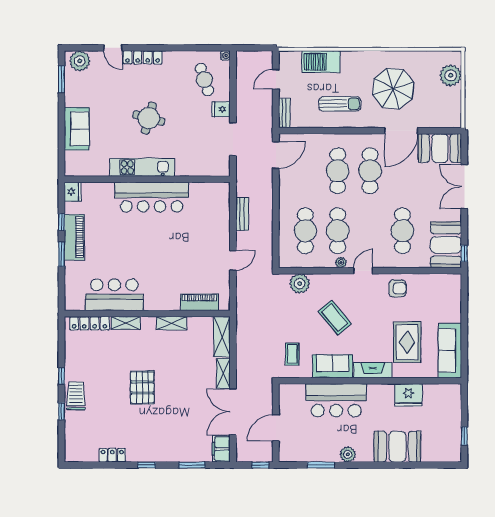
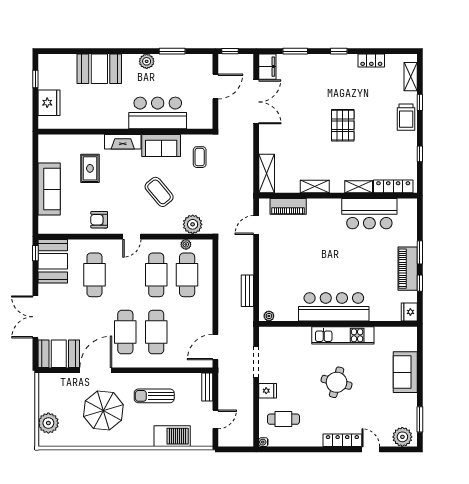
cafe table: (204, 80) -> (283, 419), turned -72
double door: (464, 187) -> (35, 317), swing flipped
plant: (220, 188) -> (269, 316), added
door: (233, 260) -> (256, 225), moved
plant: (341, 263) -> (186, 244), moved
rug: (407, 342) -> (90, 168), width x0.73, depth x0.70
sofa: (450, 351) -> (49, 189), moved
shelving: (223, 373) -> (411, 77), moved
window: (61, 376) -> (420, 154), moved
fridge: (408, 395) -> (49, 103), moved, turned 90

